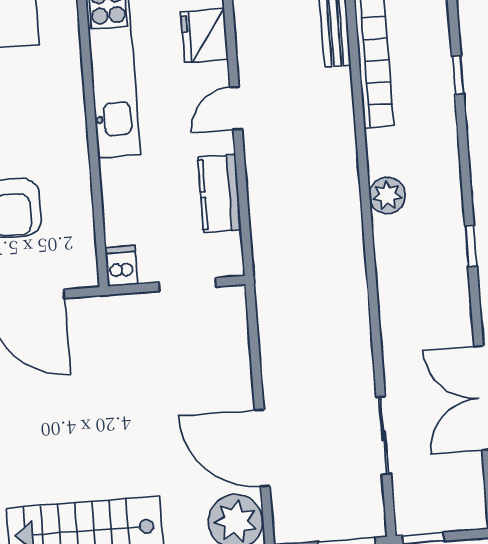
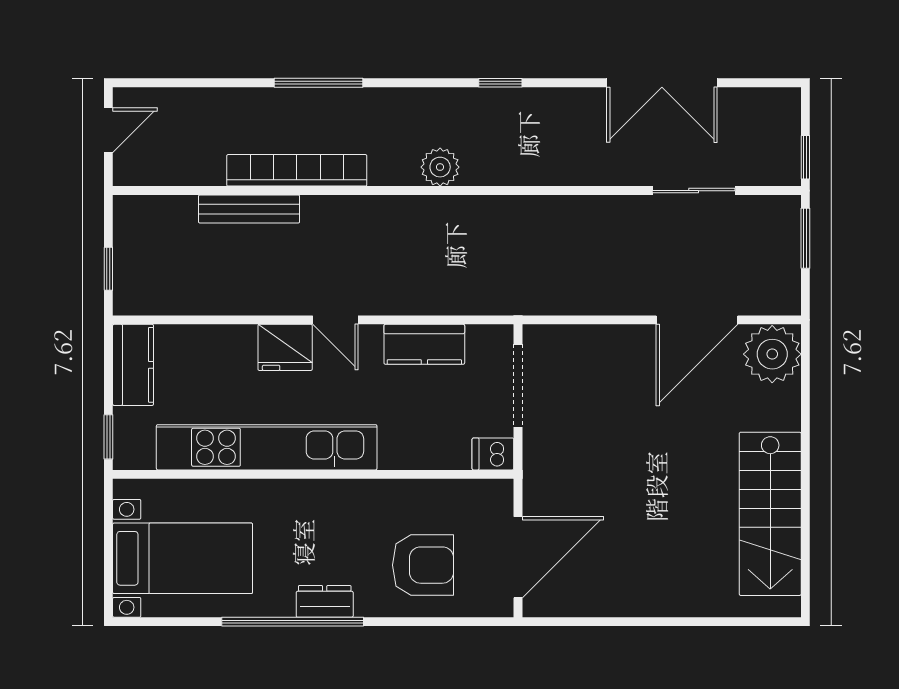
fridge: (204, 36) -> (285, 347), moved
window: (458, 75) -> (318, 83), width x2.17
doorway: (187, 284) -> (518, 386), width x1.38

